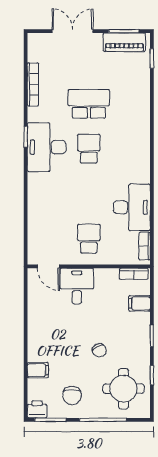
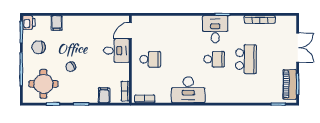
desk: (47, 147) -> (215, 29), width x0.73
desk: (132, 207) -> (188, 90), moved

